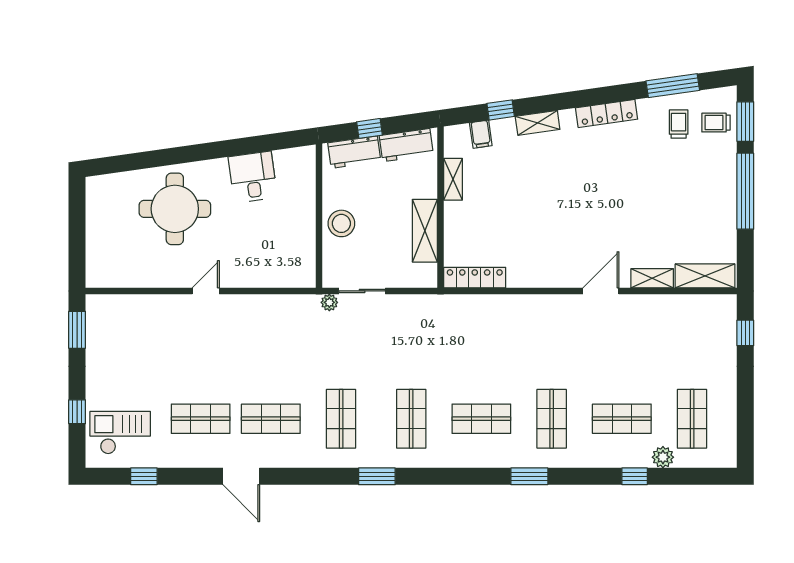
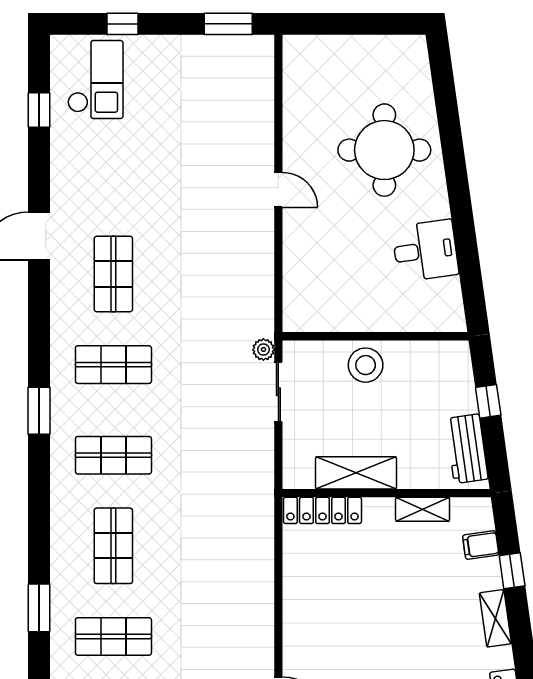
workbench: (354, 152) -> (458, 382), removed
locker: (475, 278) -> (322, 510), moved, turned 90
shop shelf: (201, 419) -> (113, 183), removed

